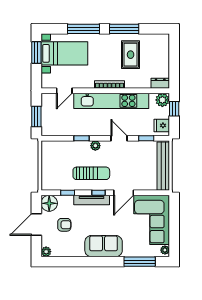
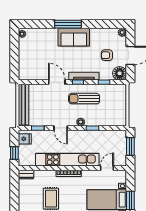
plant: (162, 100) -> (24, 160), removed
door: (124, 193) -> (57, 82), hinge flipped
corner sofa: (152, 220) -> (33, 59), removed
window: (140, 262) -> (68, 24), moved

